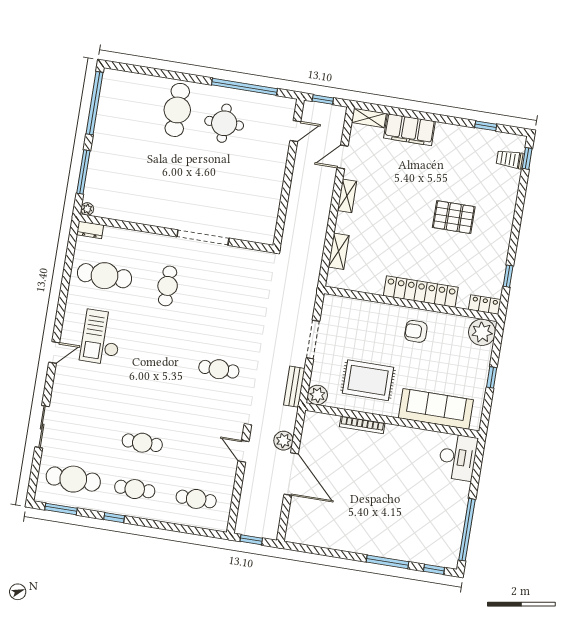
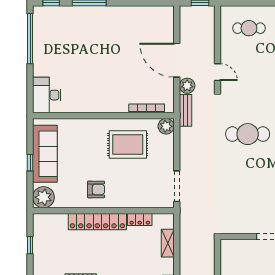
locker: (485, 305) -> (140, 220), moved
doorway: (313, 340) -> (177, 186), moved
cafe table: (219, 369) -> (248, 134), width x1.37, depth x1.35
bench: (294, 387) -> (186, 110), moved
sofa: (436, 409) -> (45, 154), moved, turned -90
bookcase: (362, 425) -> (147, 108), moved

